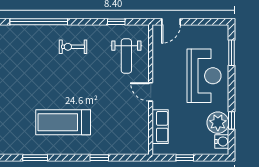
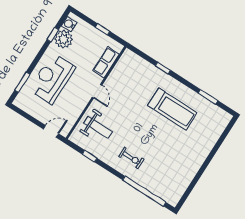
weight bench: (126, 56) -> (98, 127), turned 90

